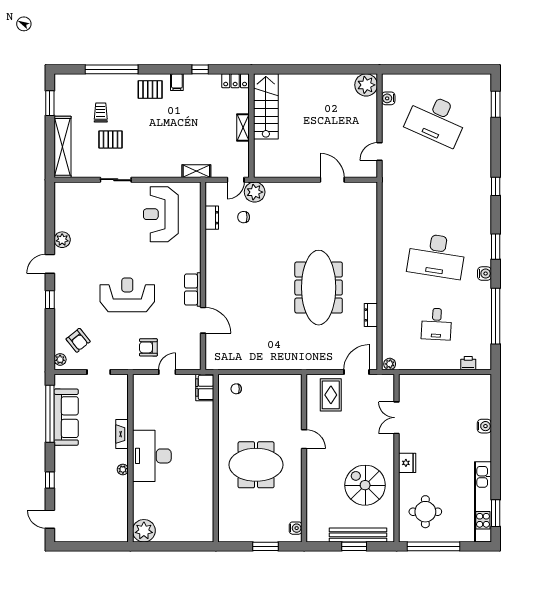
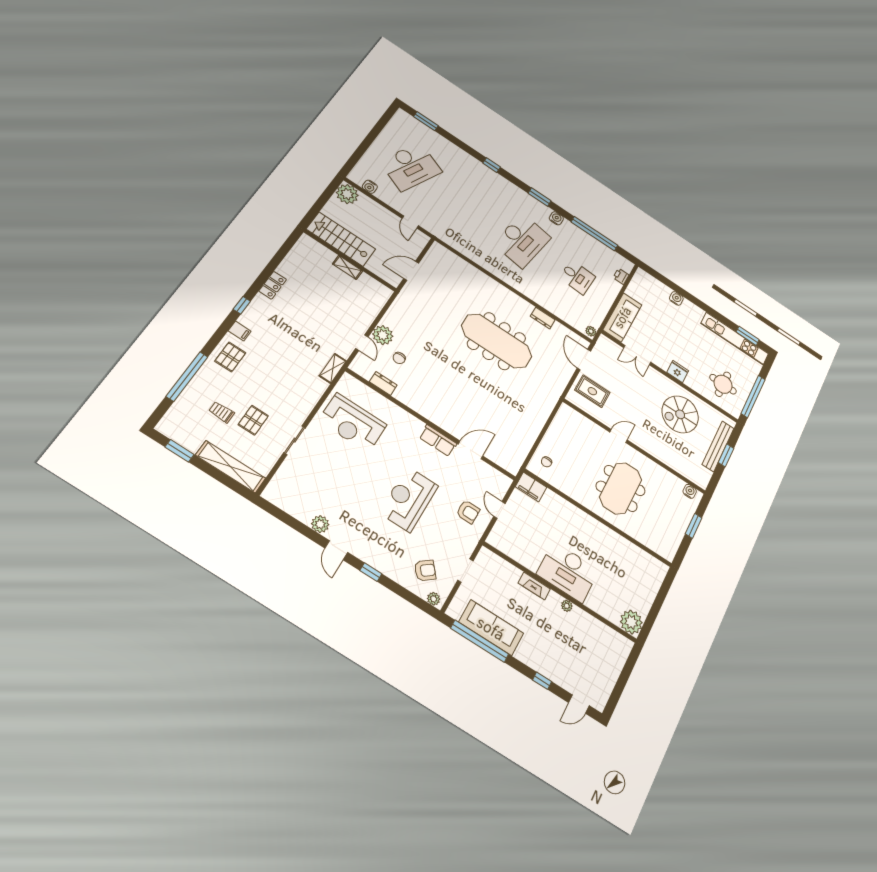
stairs: (266, 106) -> (341, 239), moved
wall: (251, 126) -> (350, 260), moved
shelving: (243, 128) -> (347, 267), moved
armchair: (148, 347) -> (468, 512), turned -90
sofa: (426, 385) -> (622, 317), added

